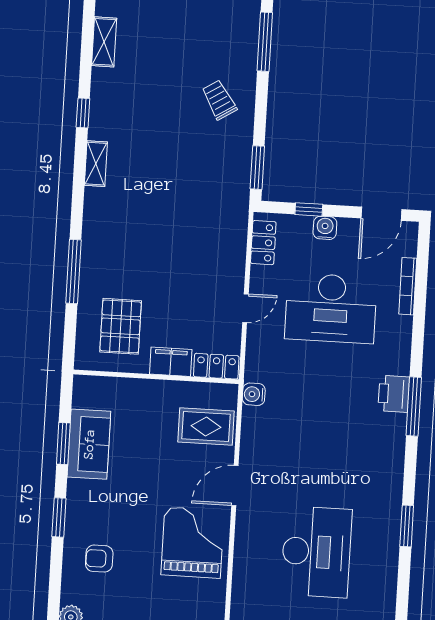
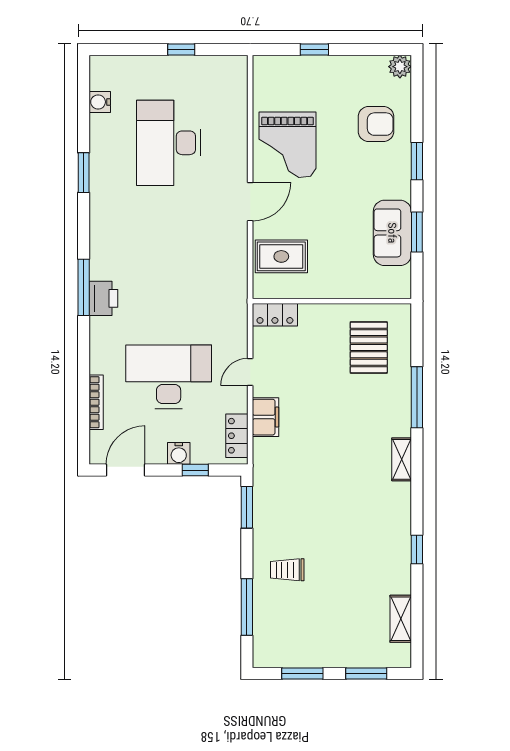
window: (265, 42) -> (247, 607), moved
trolley: (219, 100) -> (287, 570), turned 122
shelving: (96, 164) -> (402, 459), moved
filing cabinet: (171, 362) -> (266, 417), moved, turned -90
water cooler: (254, 394) -> (100, 102), moved, turned 180
armchair: (99, 559) -> (376, 124), width x1.38, depth x1.38

